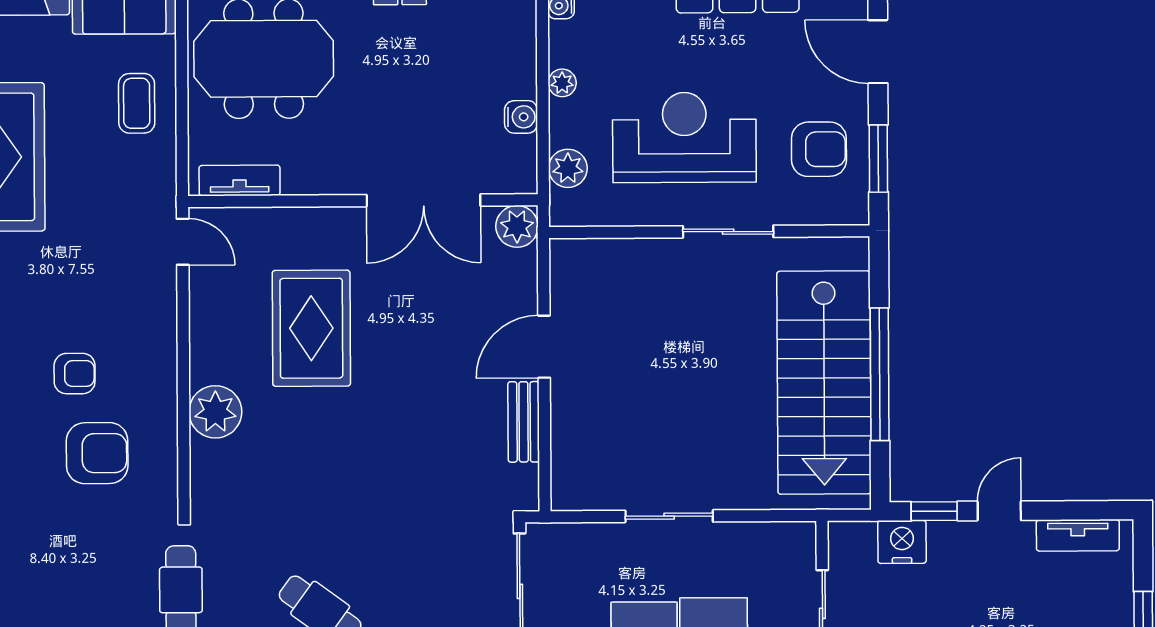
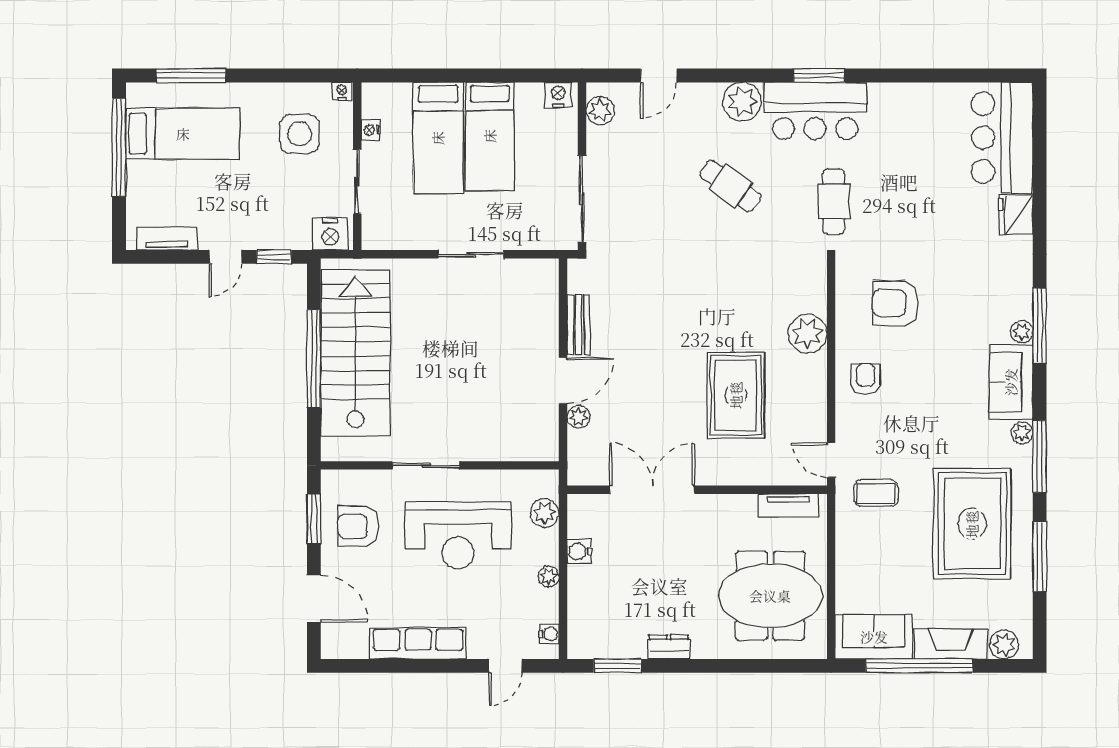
coffee table: (137, 103) -> (876, 493), moved, turned 90
plant: (517, 226) -> (578, 417), moved, width x0.73, depth x0.73
armchair: (75, 374) -> (866, 379), moved, turned 90
nightstand: (902, 542) -> (330, 234), moved

